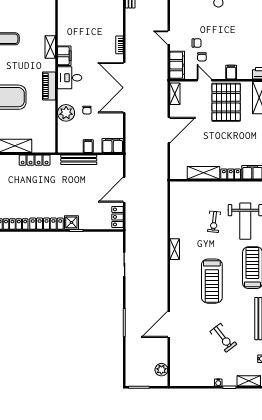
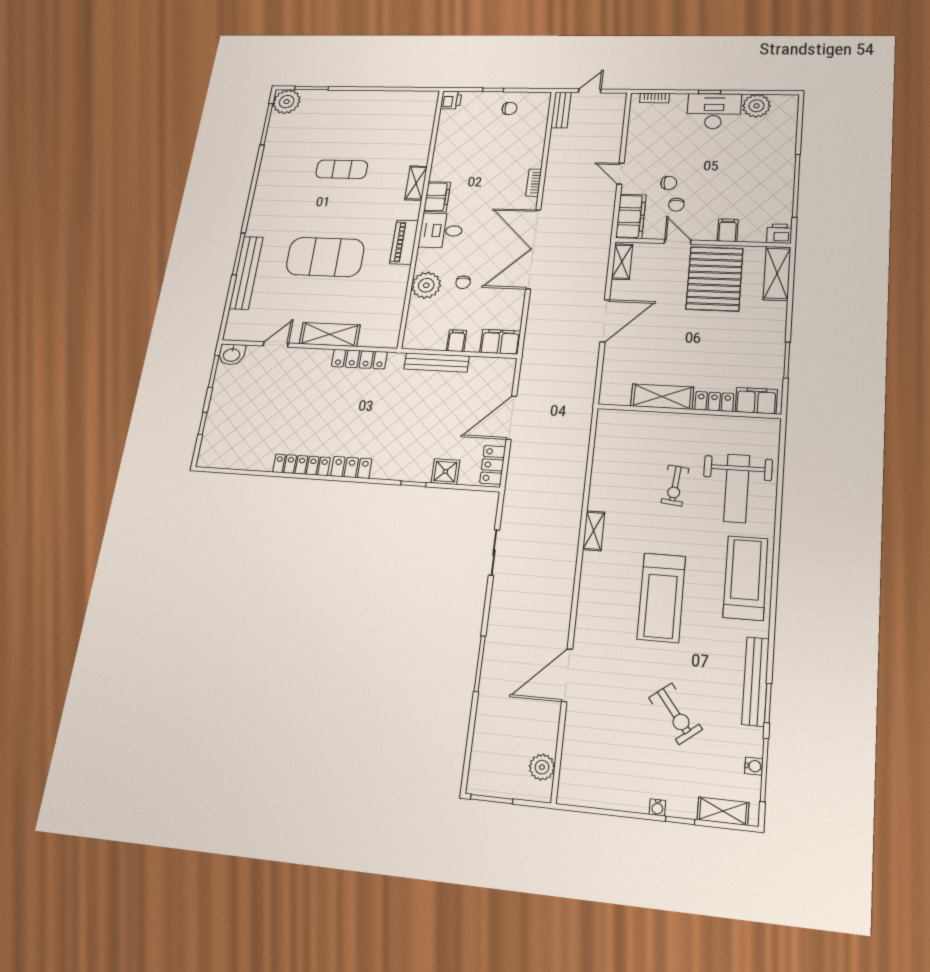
shower: (71, 222) -> (445, 472), moved
locker: (46, 224) -> (351, 467), width x0.66

